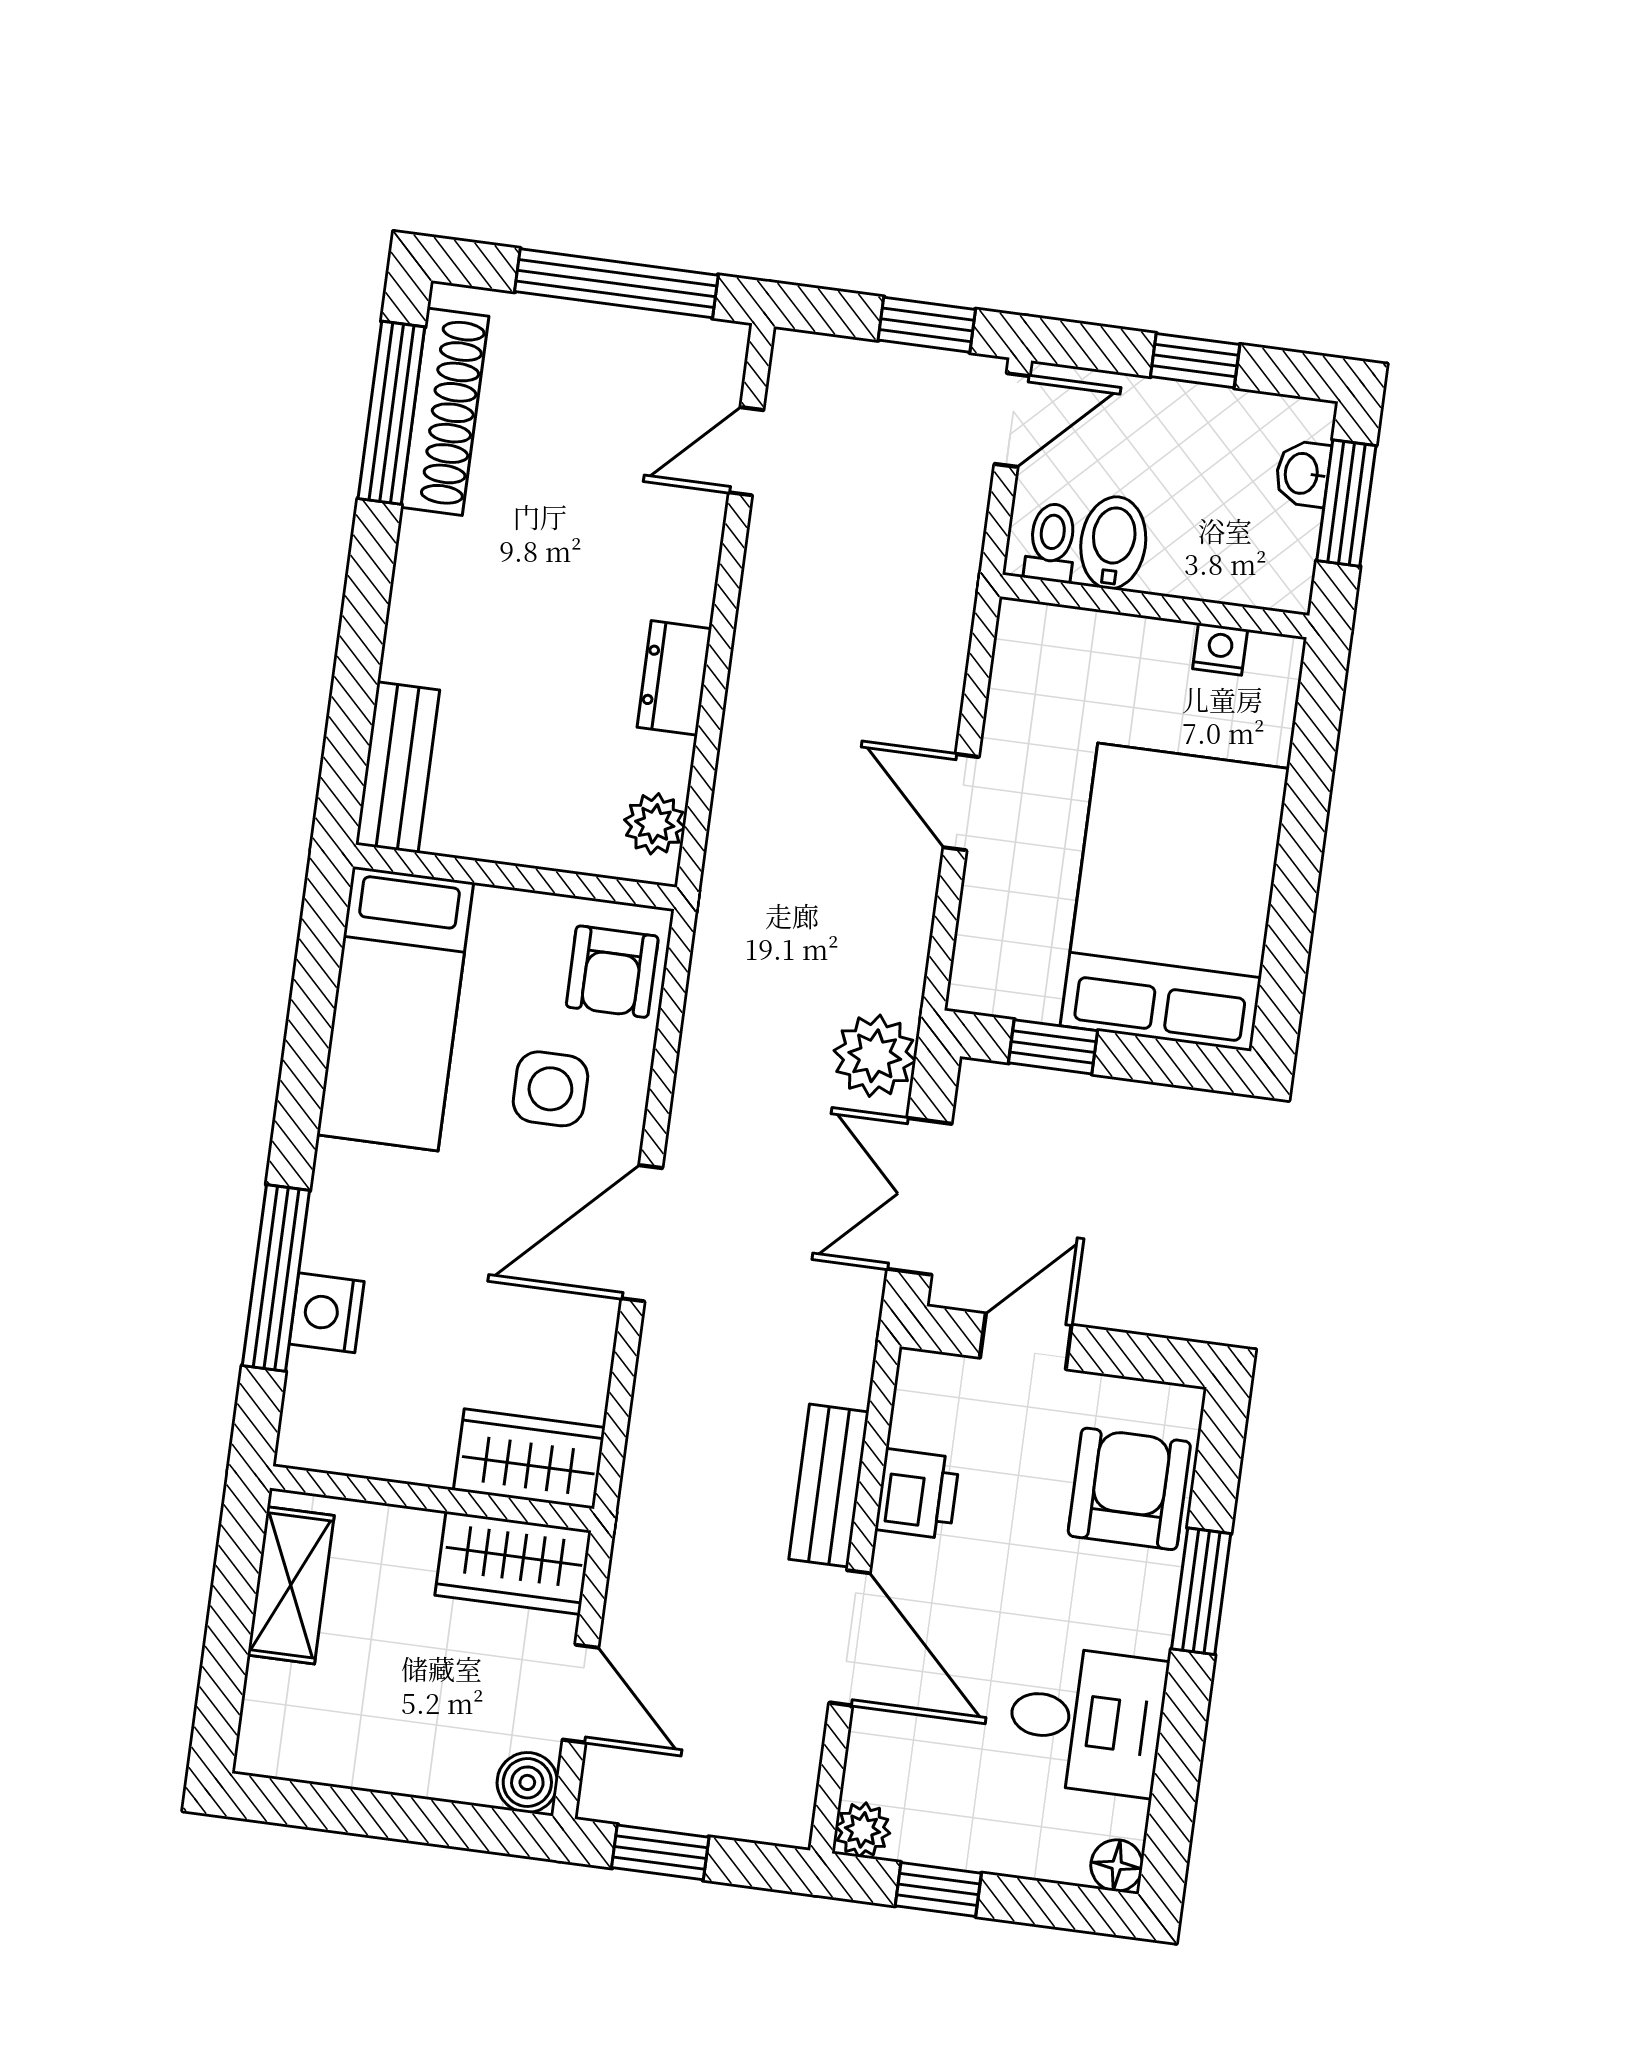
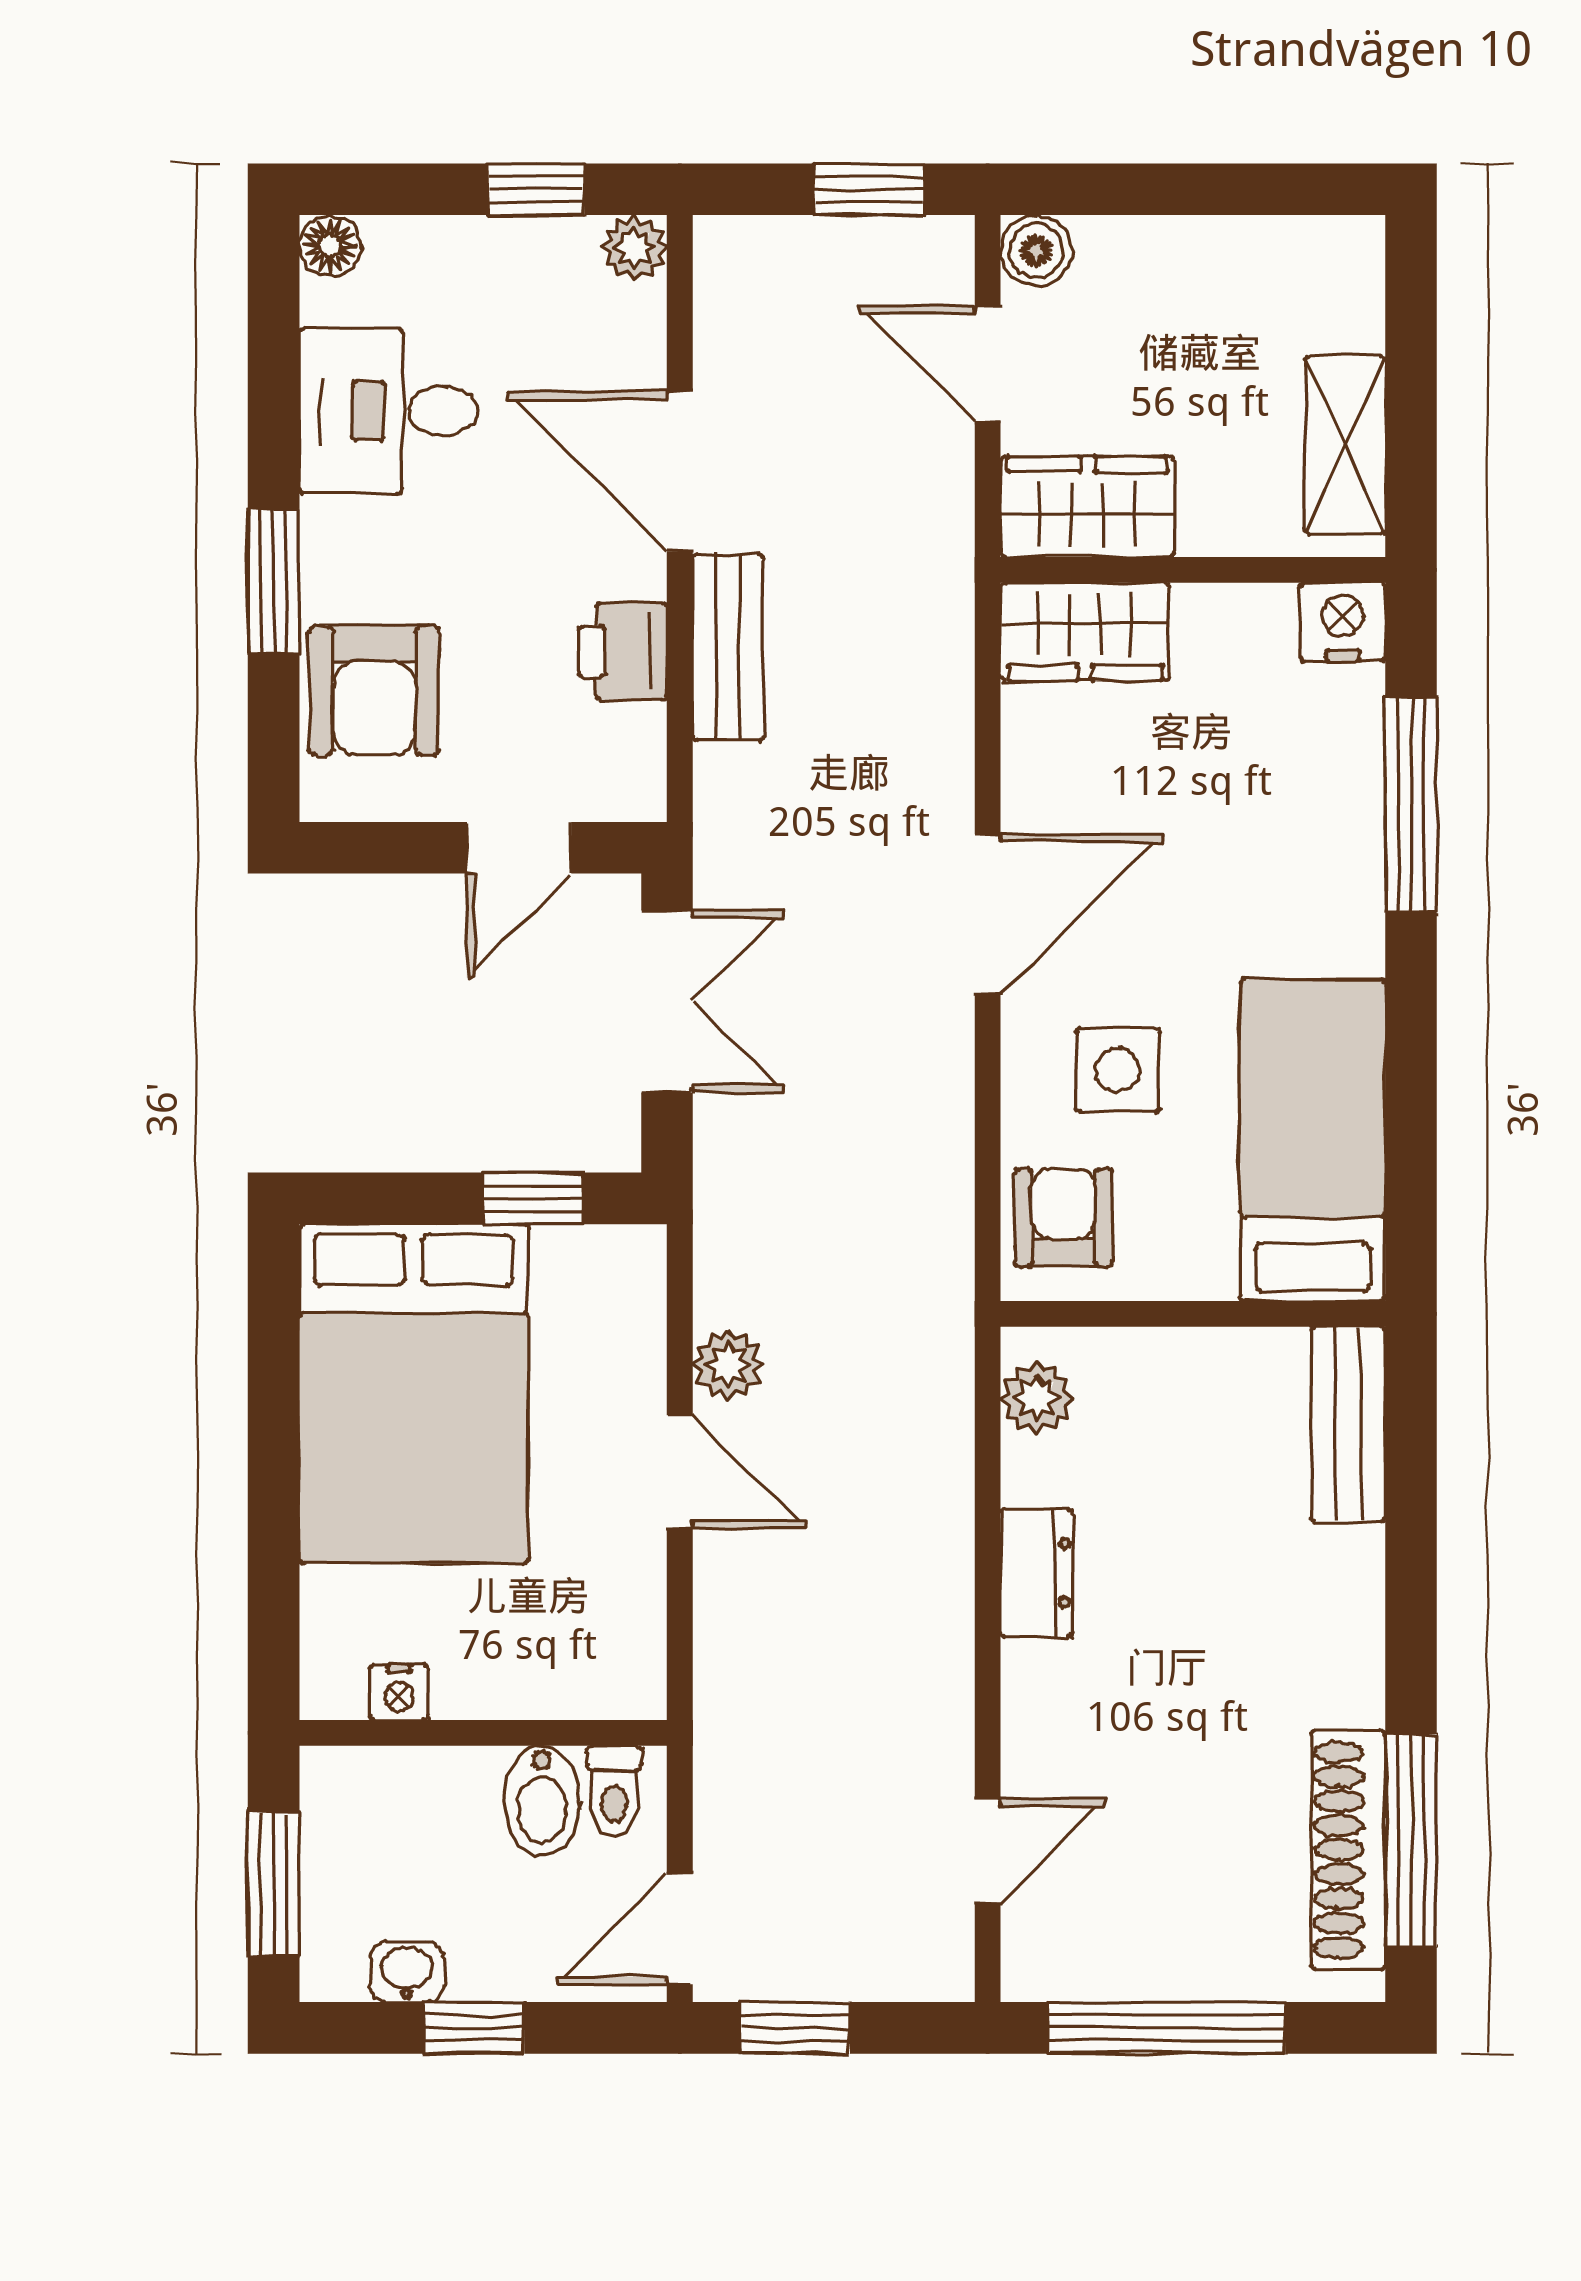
washbasin: (1303, 474) -> (407, 1972), moved, turned -90
plant: (875, 1056) -> (728, 1365), moved, width x0.73, depth x0.73
nightstand: (327, 1313) -> (1343, 622), moved, turned -90

